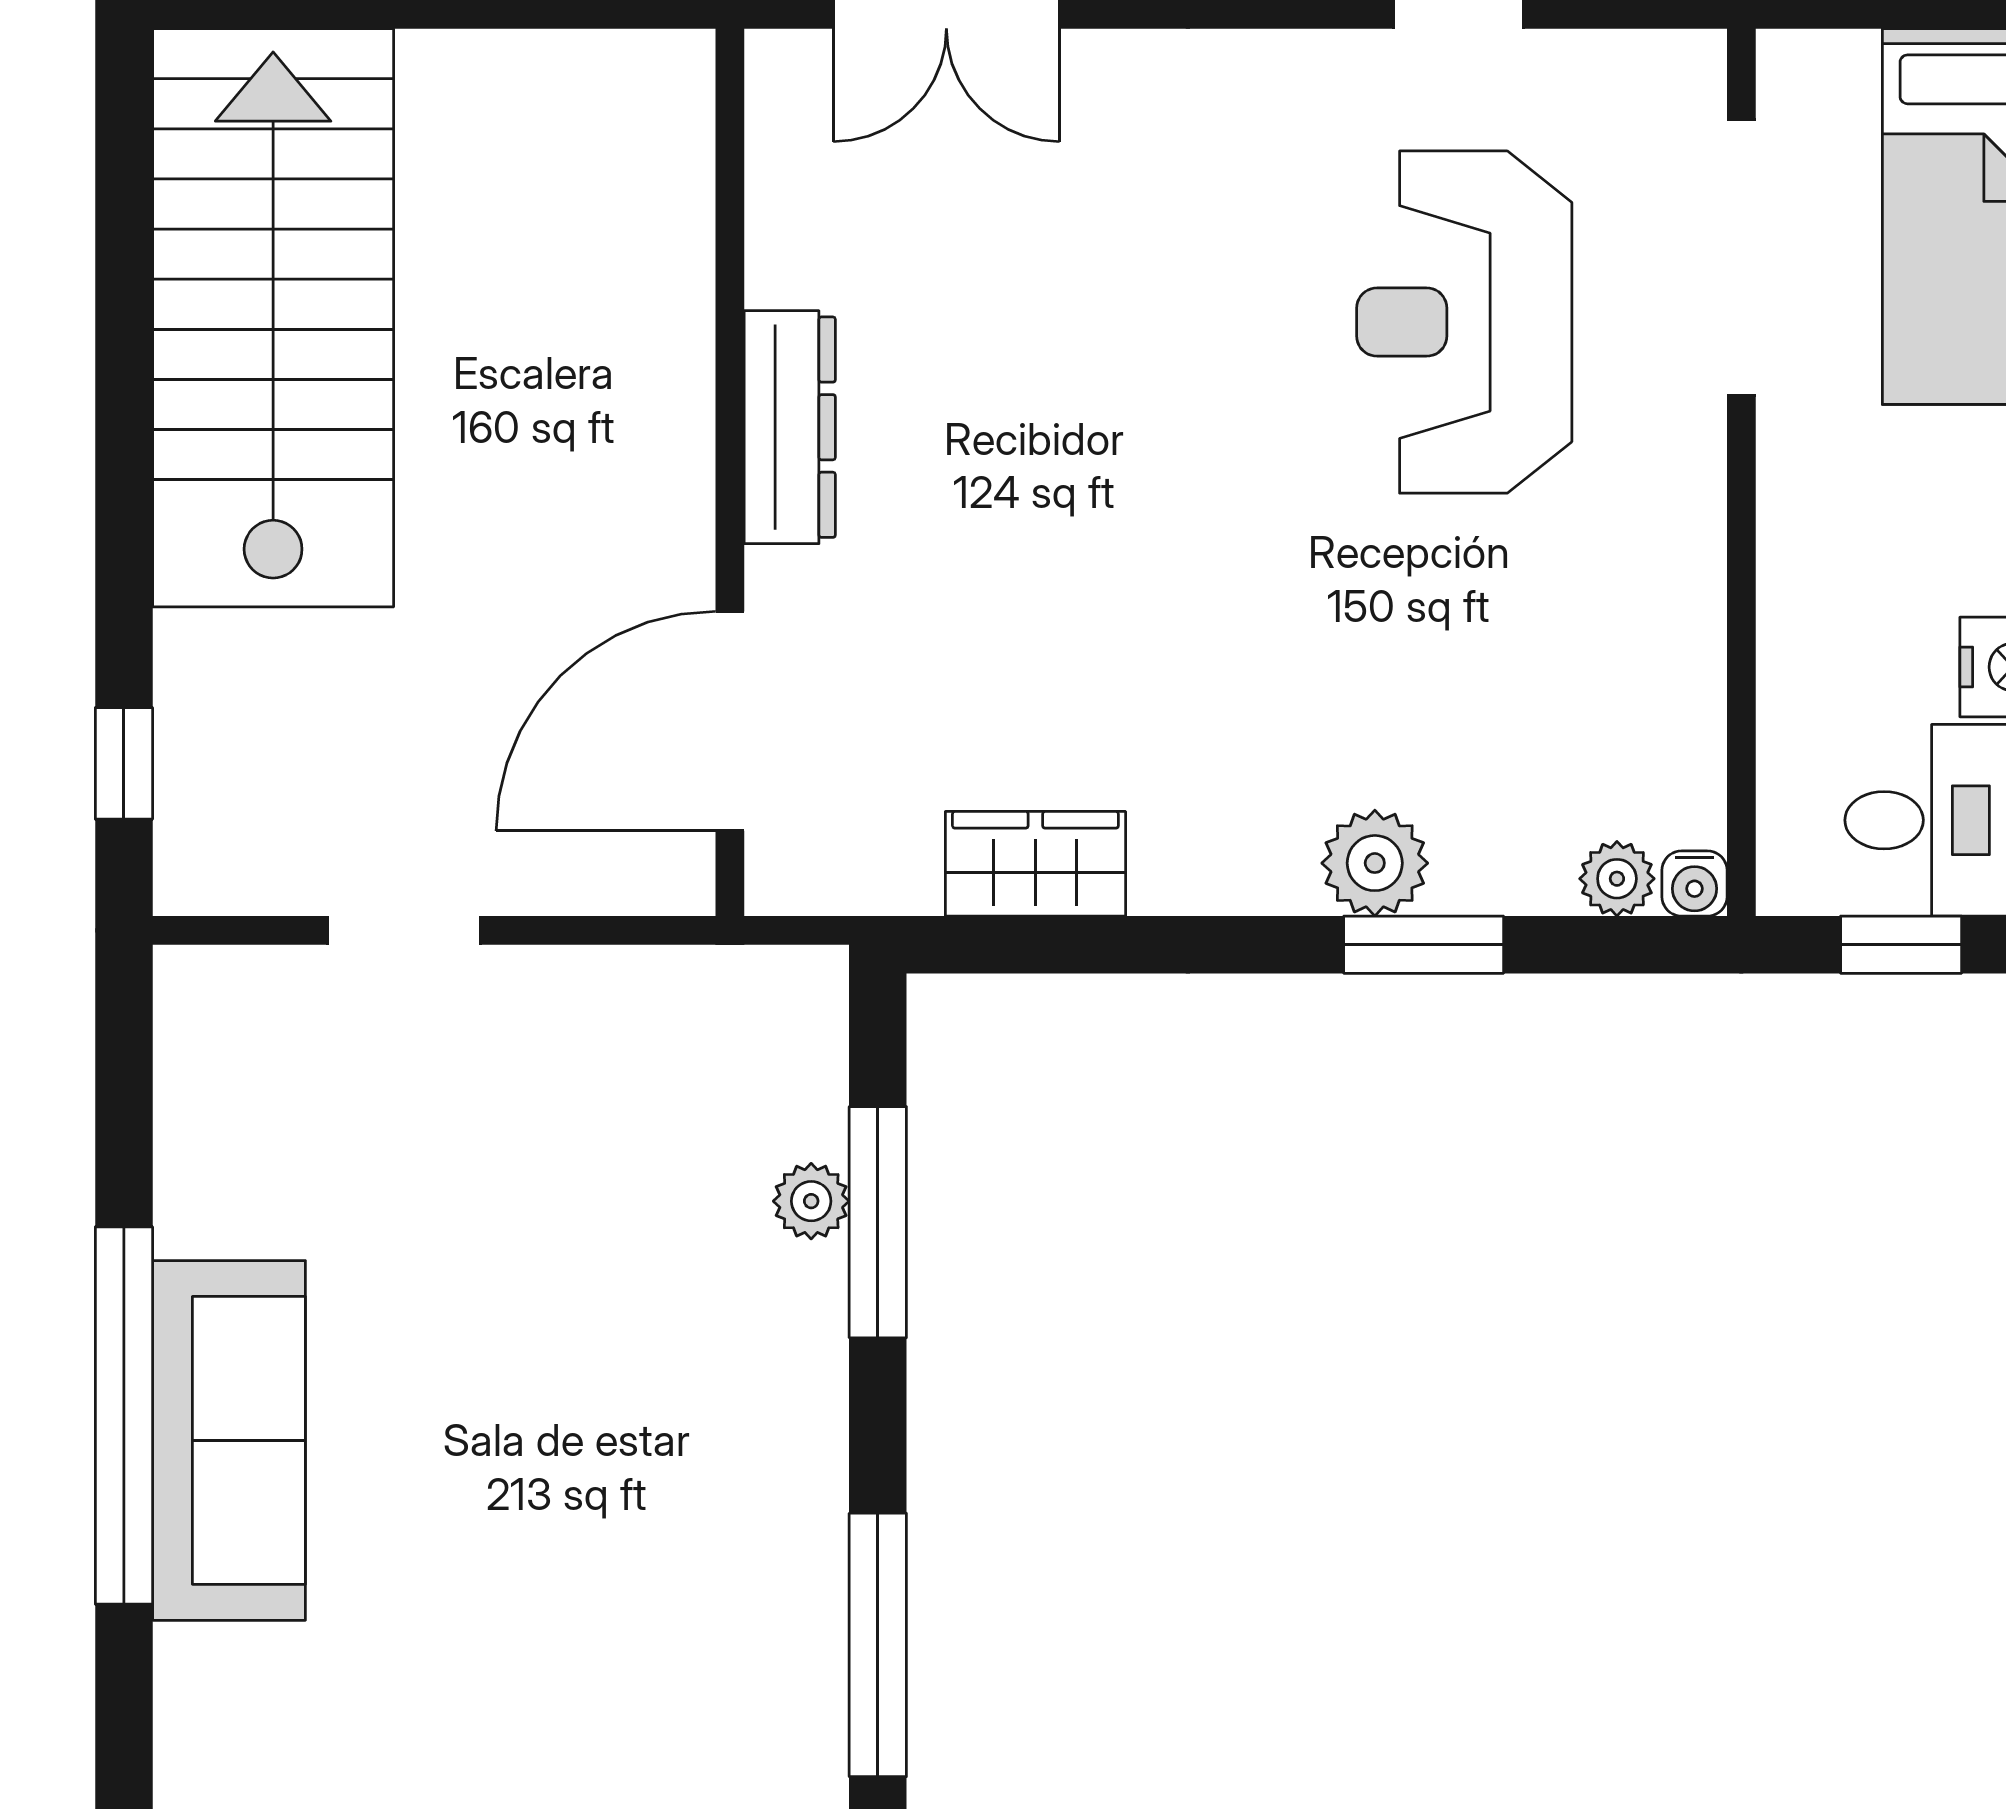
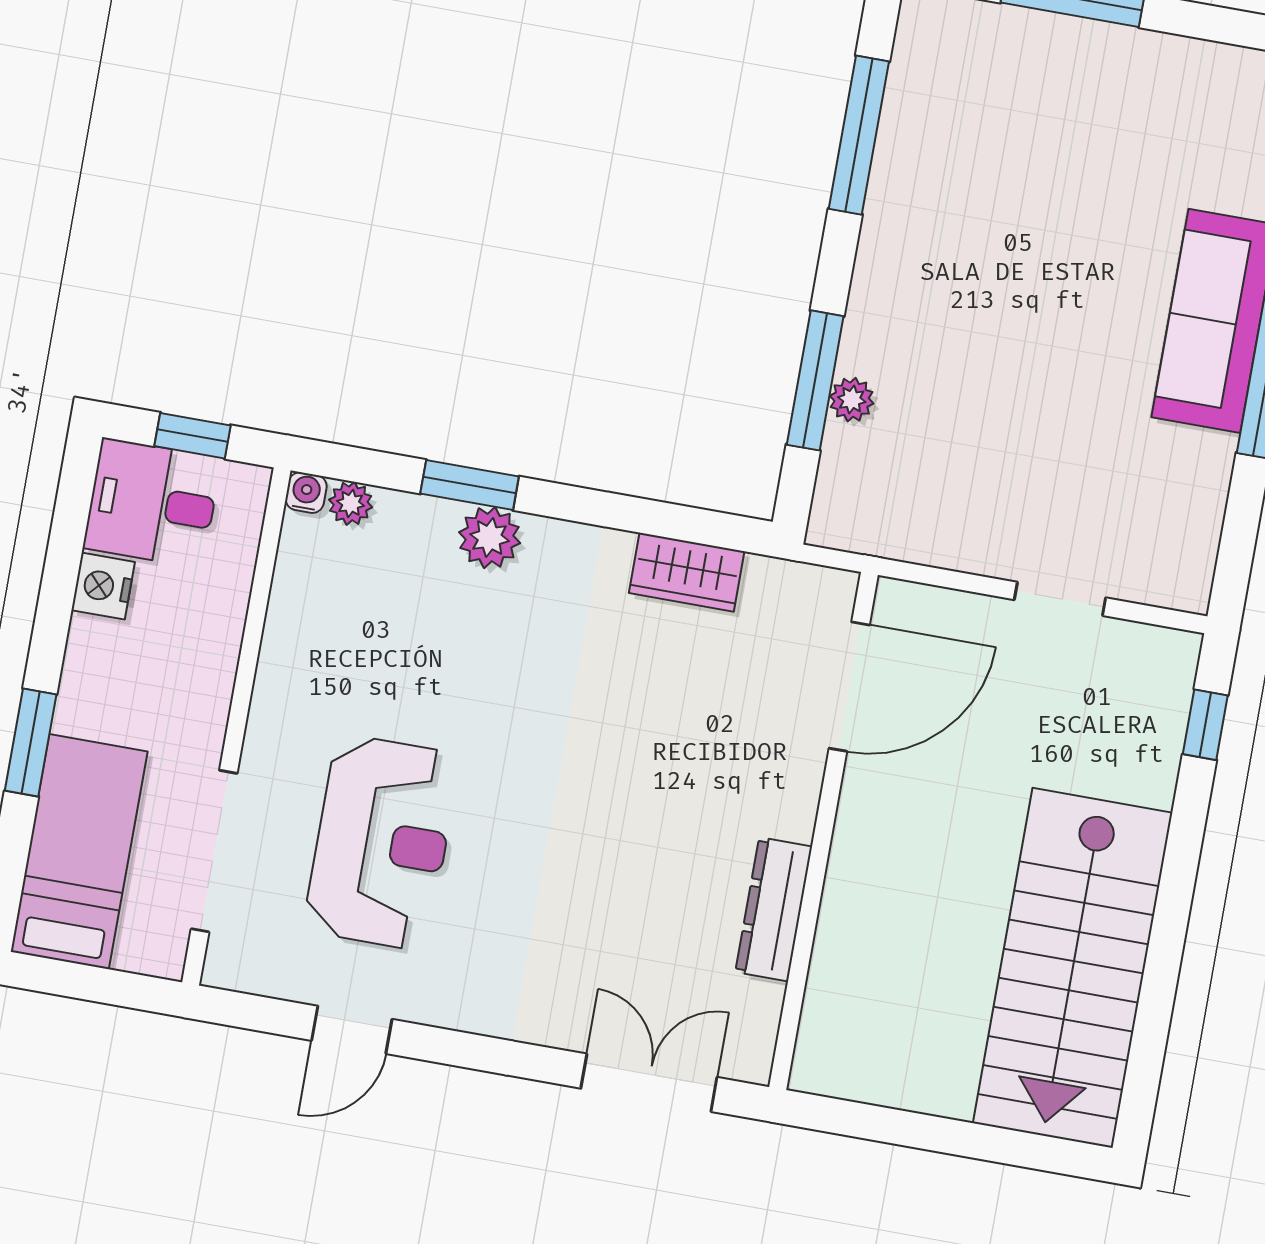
dresser: (790, 427) -> (774, 909), moved

